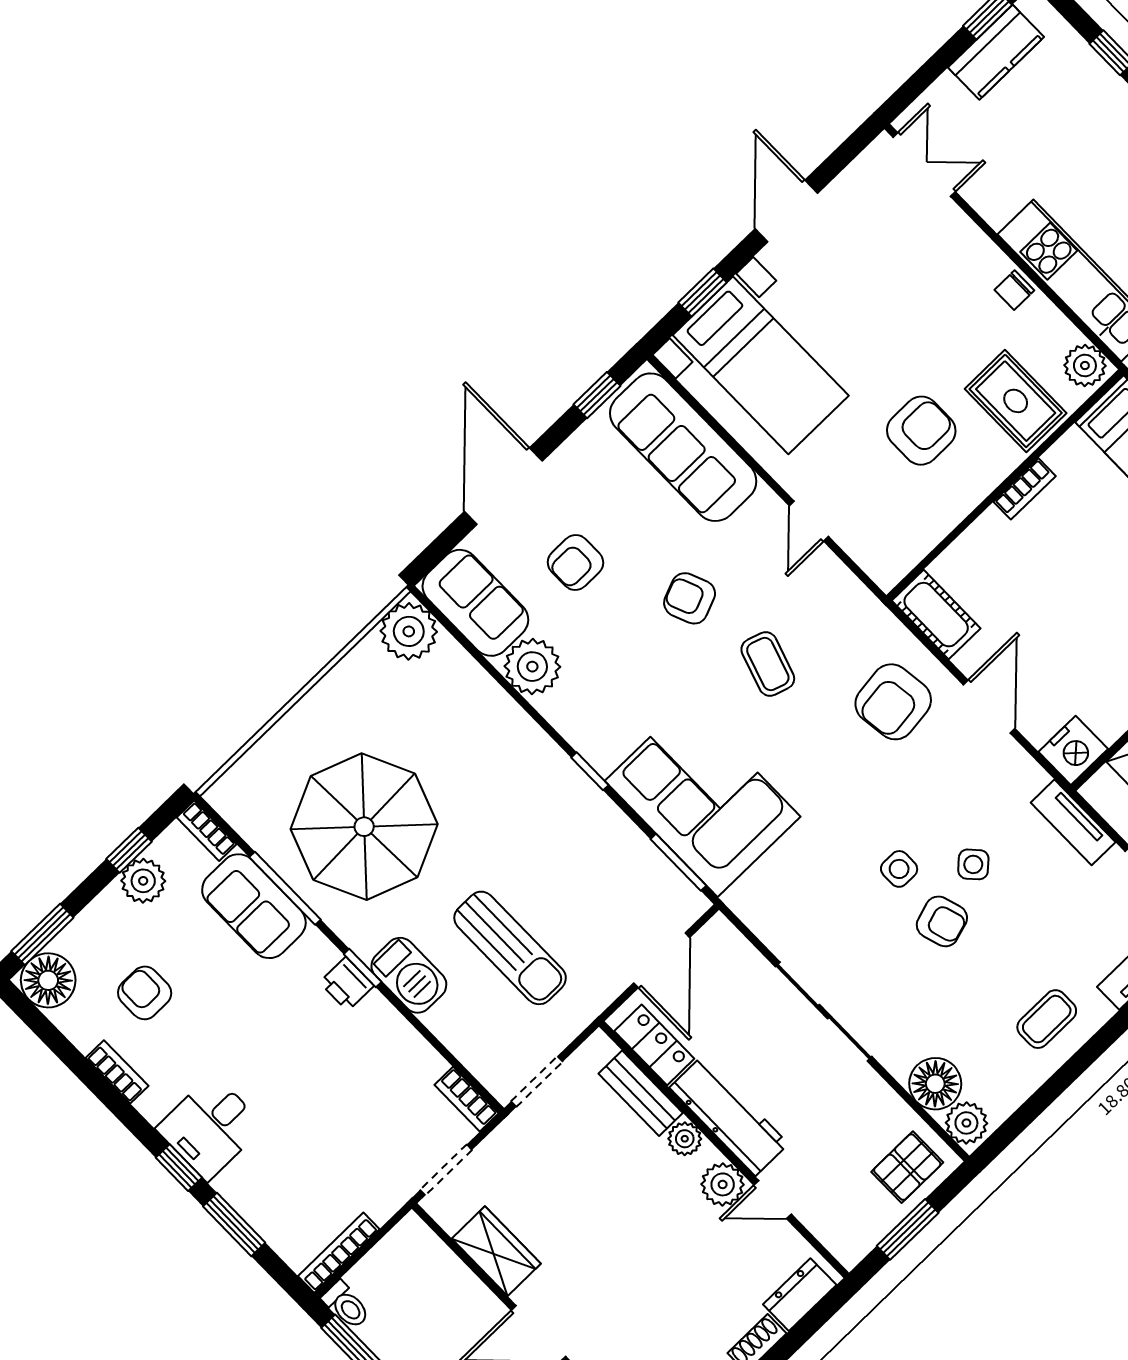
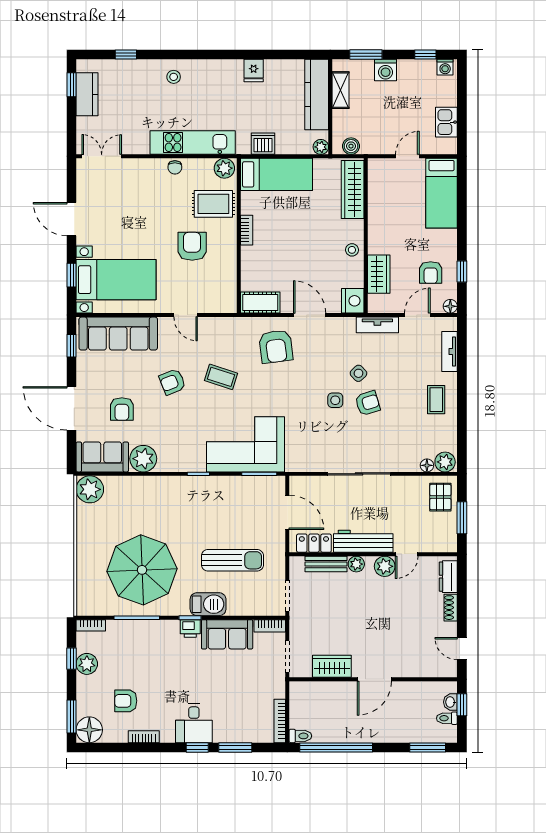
sofa: (254, 906) -> (227, 634), moved
floor lamp: (935, 1084) -> (427, 465), width x0.53, depth x0.53

